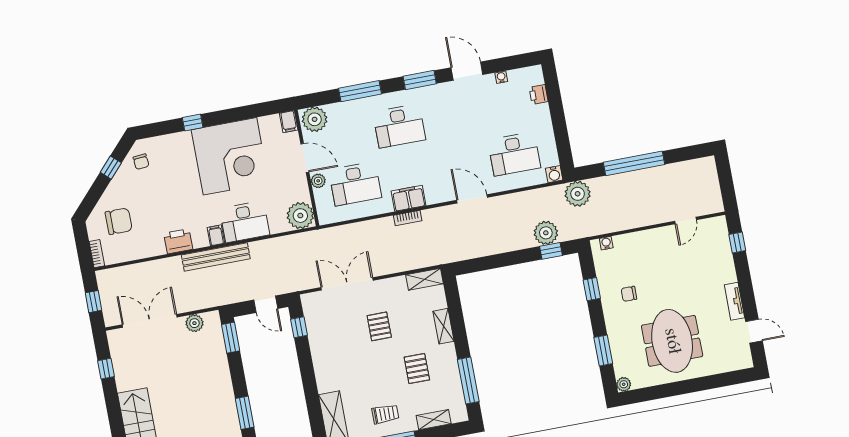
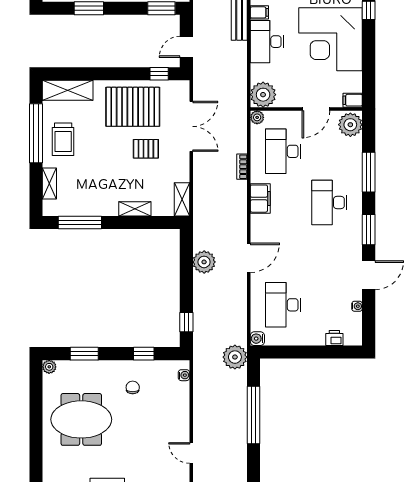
plant: (318, 181) -> (257, 117), moved
bookcase: (408, 218) -> (242, 167), moved
plant: (546, 233) -> (204, 262), moved
pallet: (417, 369) -> (133, 107), moved, width x2.05, depth x2.00
trolley: (385, 414) -> (63, 139), width x1.36, depth x1.39

